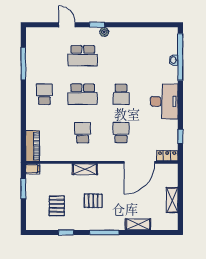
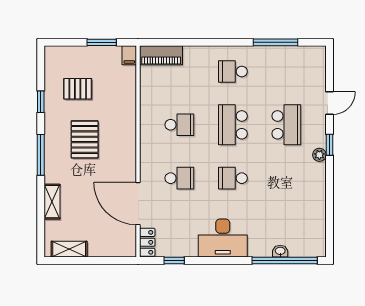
school desk: (83, 56) -> (286, 125), turned 180
school desk: (44, 94) -> (233, 71), turned 180
shelving: (85, 169) -> (129, 128), removed
shelving: (172, 200) -> (69, 249), moved
pallet: (93, 201) -> (85, 139), width x1.50, depth x1.42

